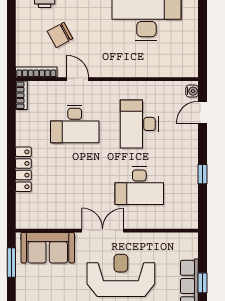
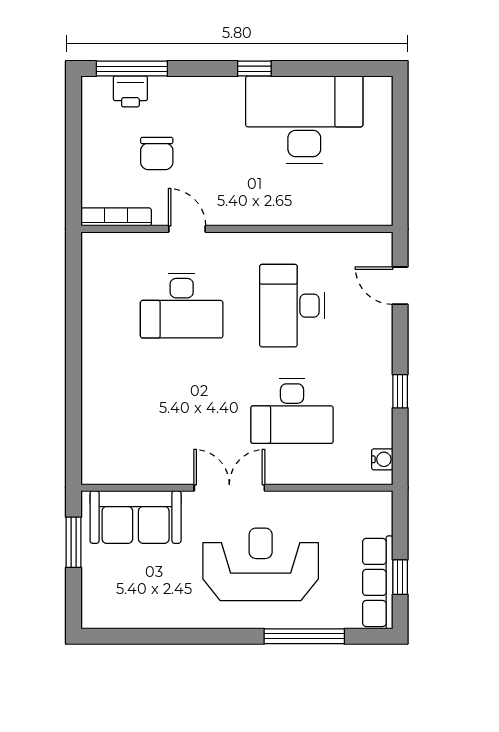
chair: (60, 35) -> (157, 153), turned -61
water cooler: (192, 91) -> (382, 459), moved
bookcase: (21, 95) -> (91, 256), removed
door: (203, 112) -> (400, 286), hinge flipped
locker: (23, 169) -> (94, 383), removed

